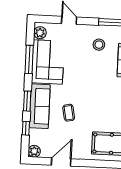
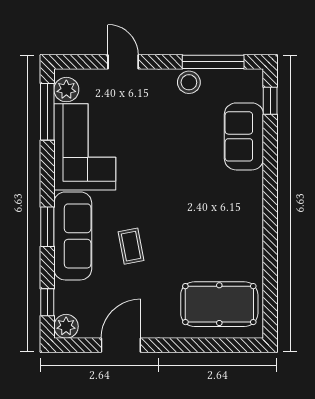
stool: (99, 45) -> (189, 82), moved
window: (29, 59) -> (47, 112), moved
window: (26, 128) -> (47, 302), moved

